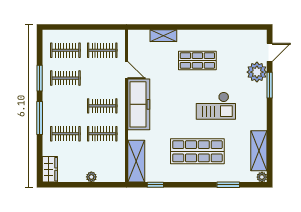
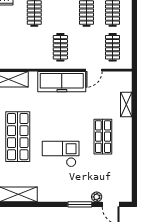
plant: (257, 72) -> (97, 197), width x0.53, depth x0.53
checkout: (216, 106) -> (61, 154), turned 90
clothes rail: (102, 134) -> (34, 47), removed

